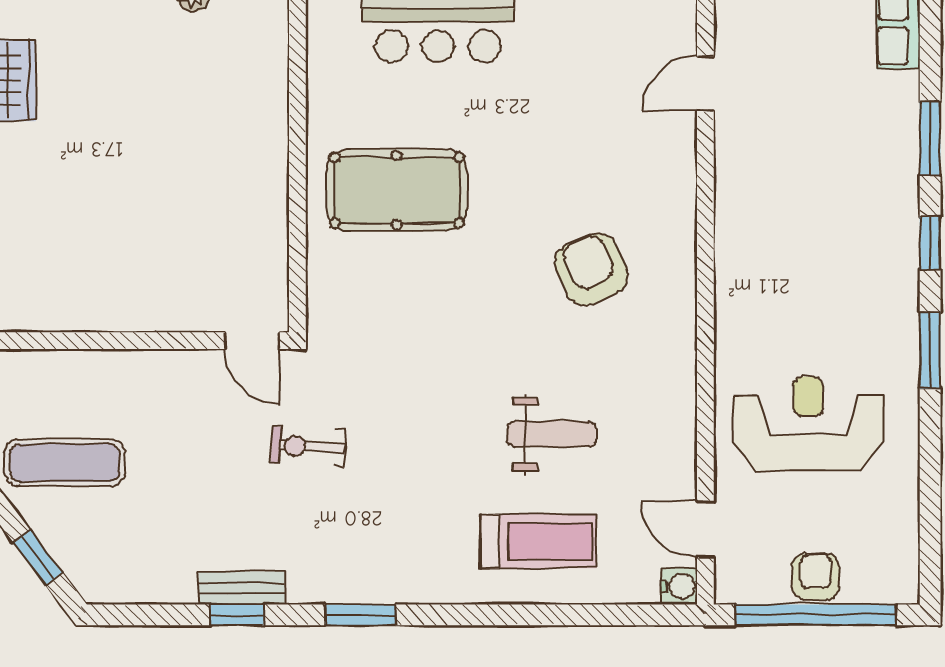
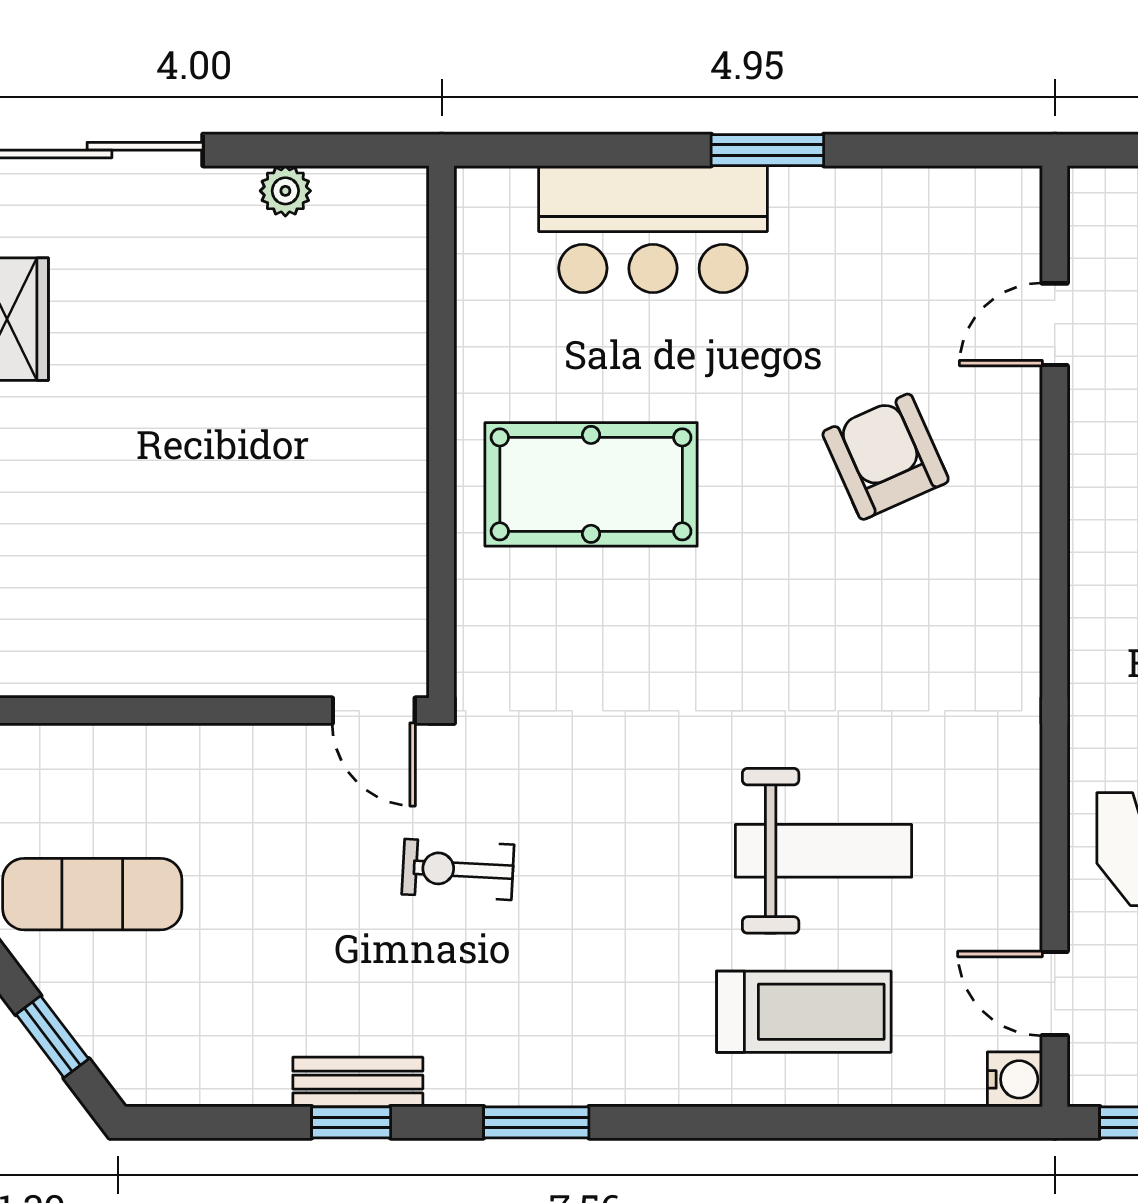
armchair: (591, 269) -> (886, 457), moved
weight bench: (552, 434) -> (823, 851), width x1.36, depth x1.33

